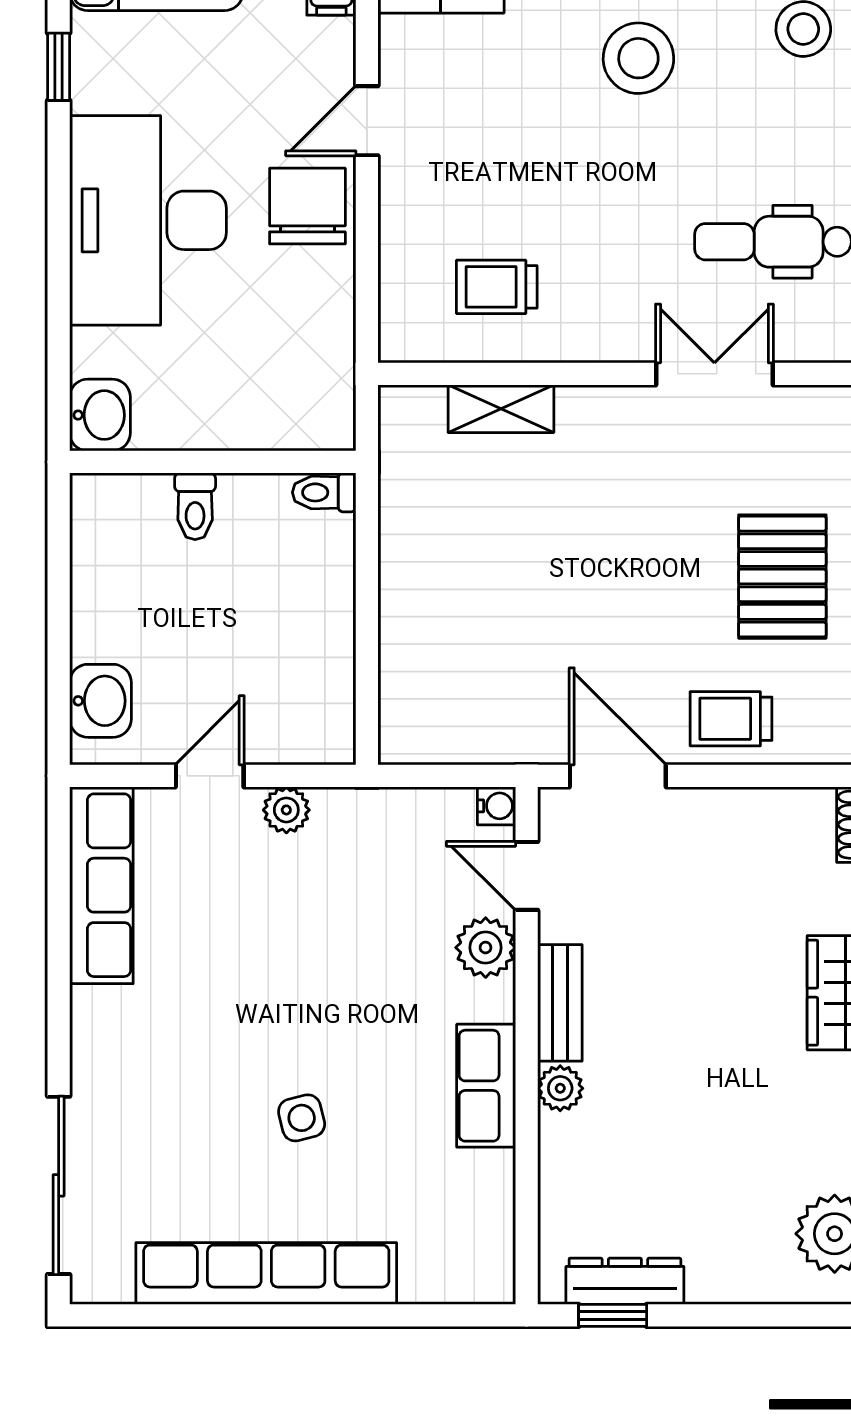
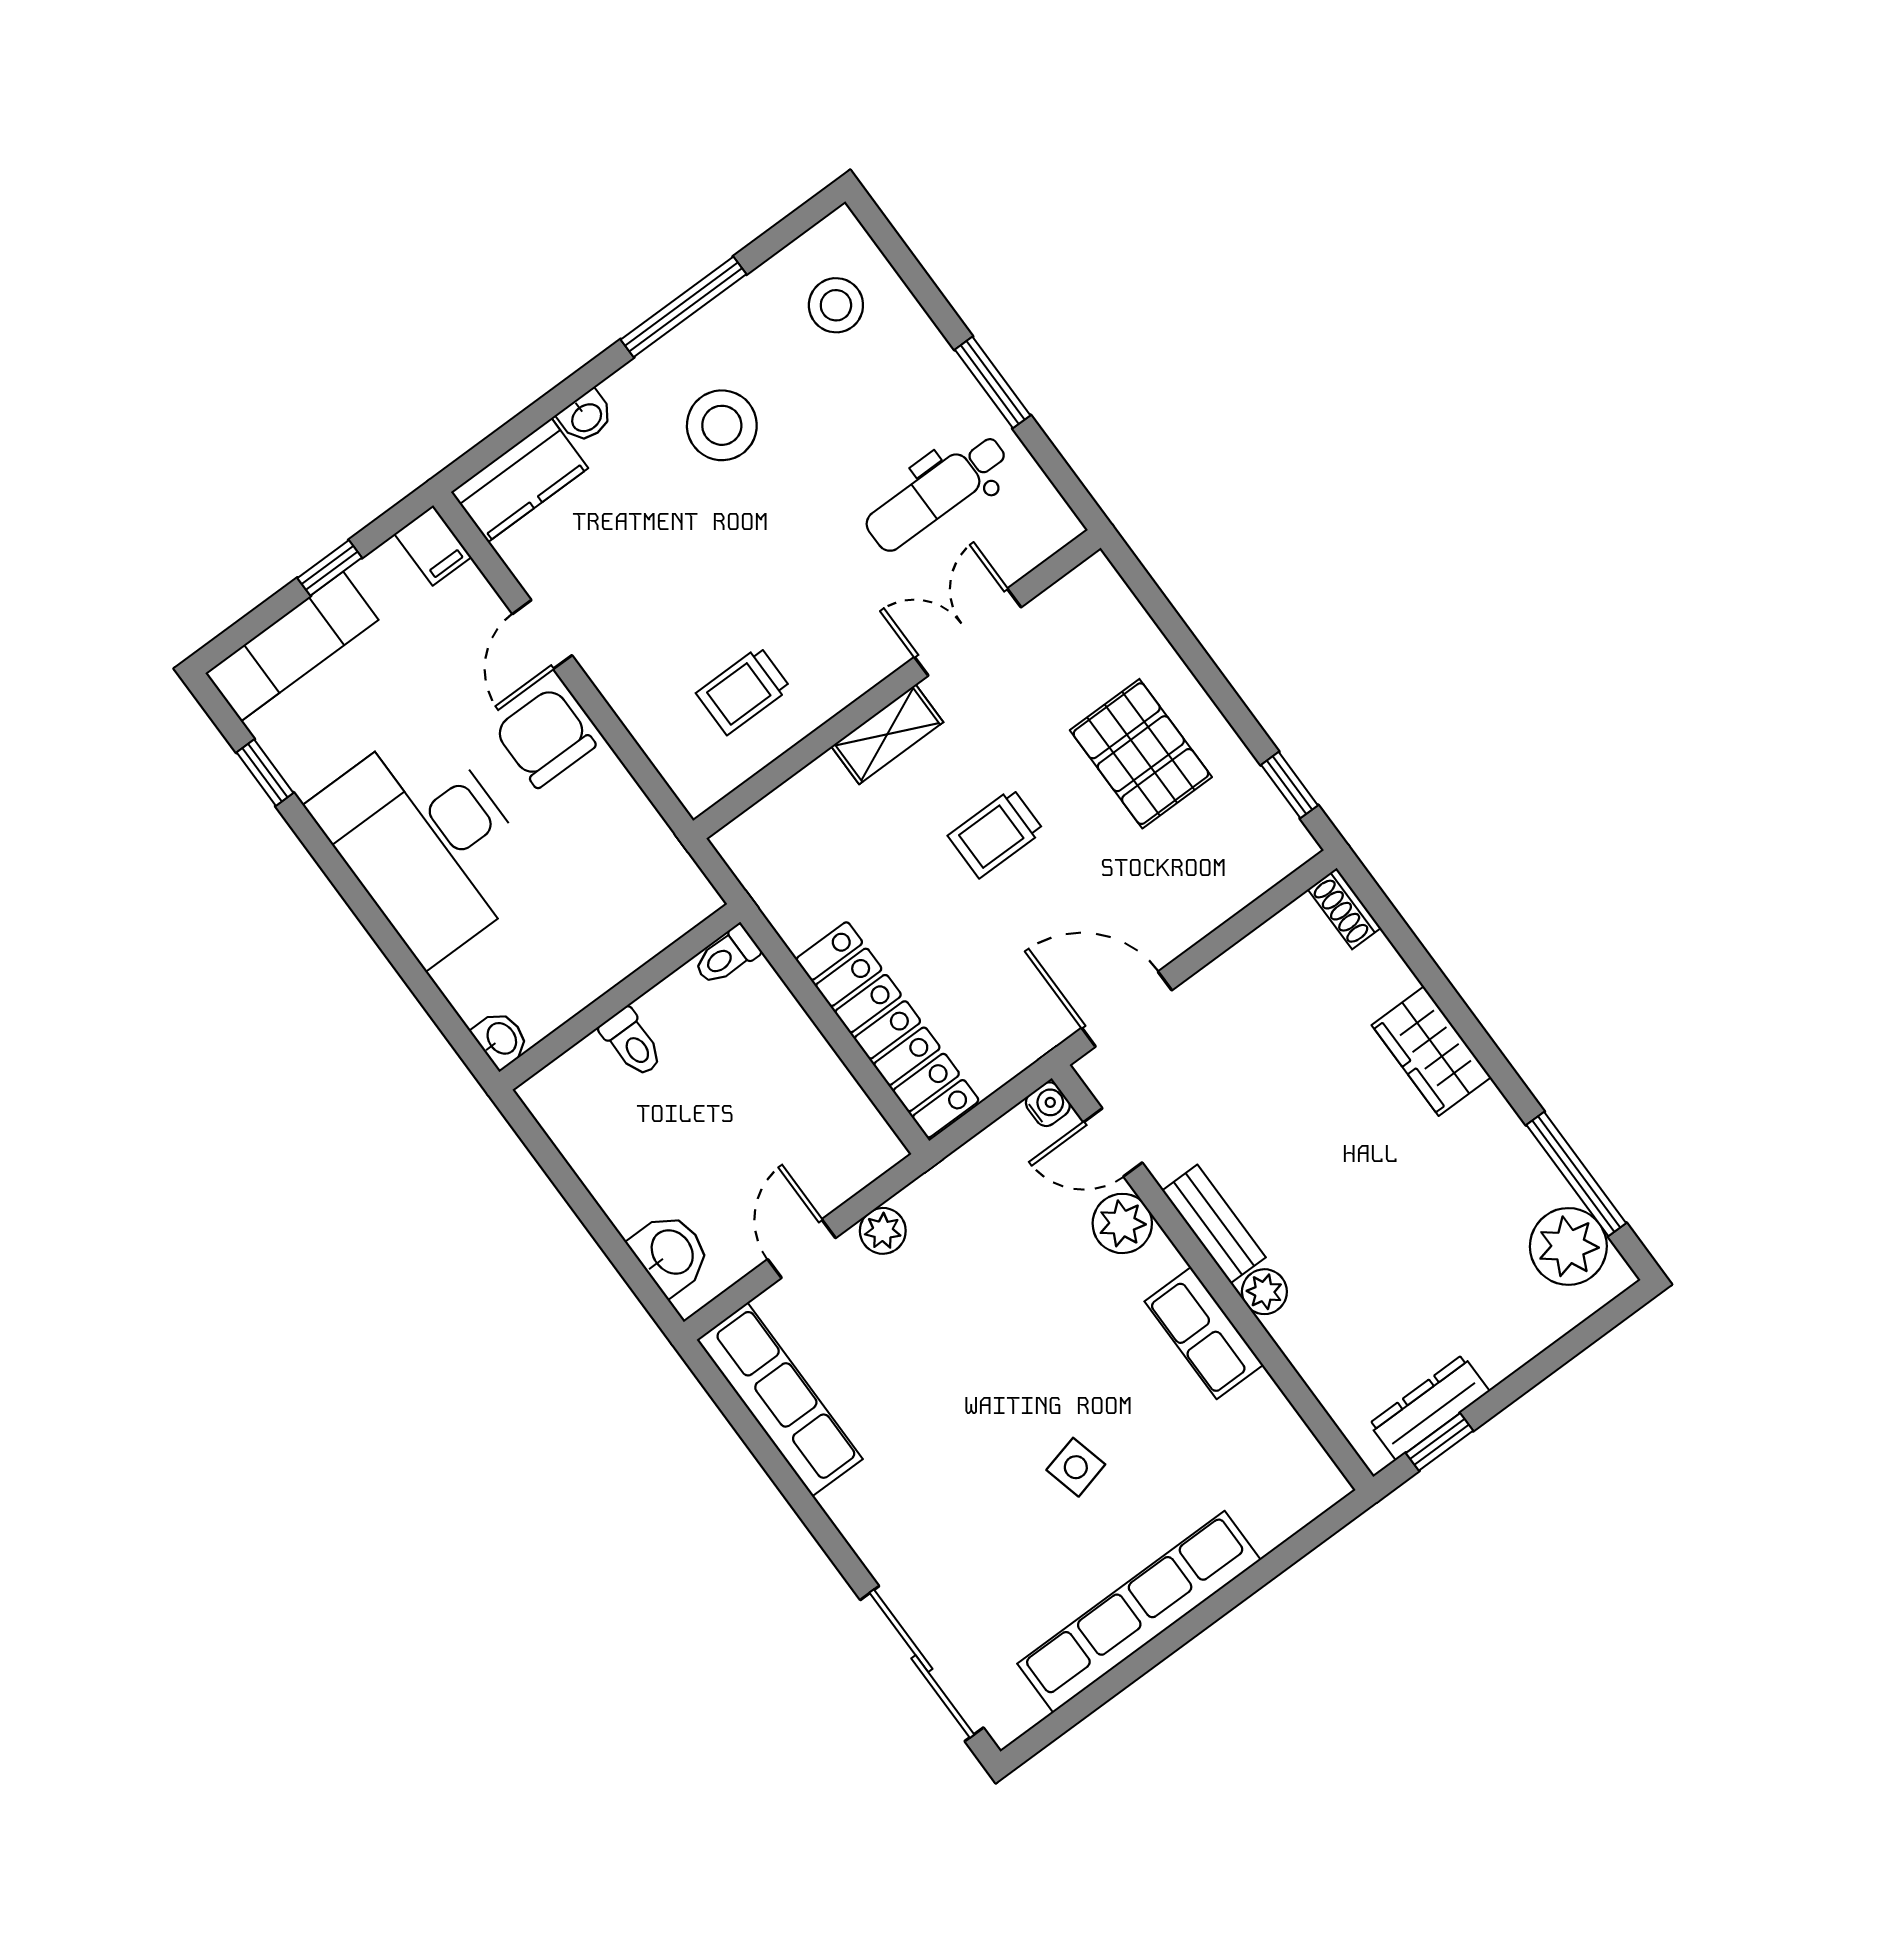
shelving: (501, 409) -> (887, 734), moved
washbasin: (100, 415) -> (501, 1039), width x0.72, depth x0.69
locker: (411, 649) -> (887, 1030), added
trolley: (731, 719) -> (996, 833), moved

